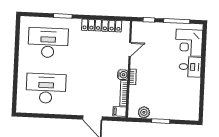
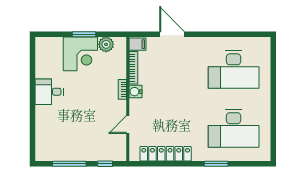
corner desk: (189, 43) -> (80, 54), moved, turned 90
desk: (190, 67) -> (49, 92), moved

